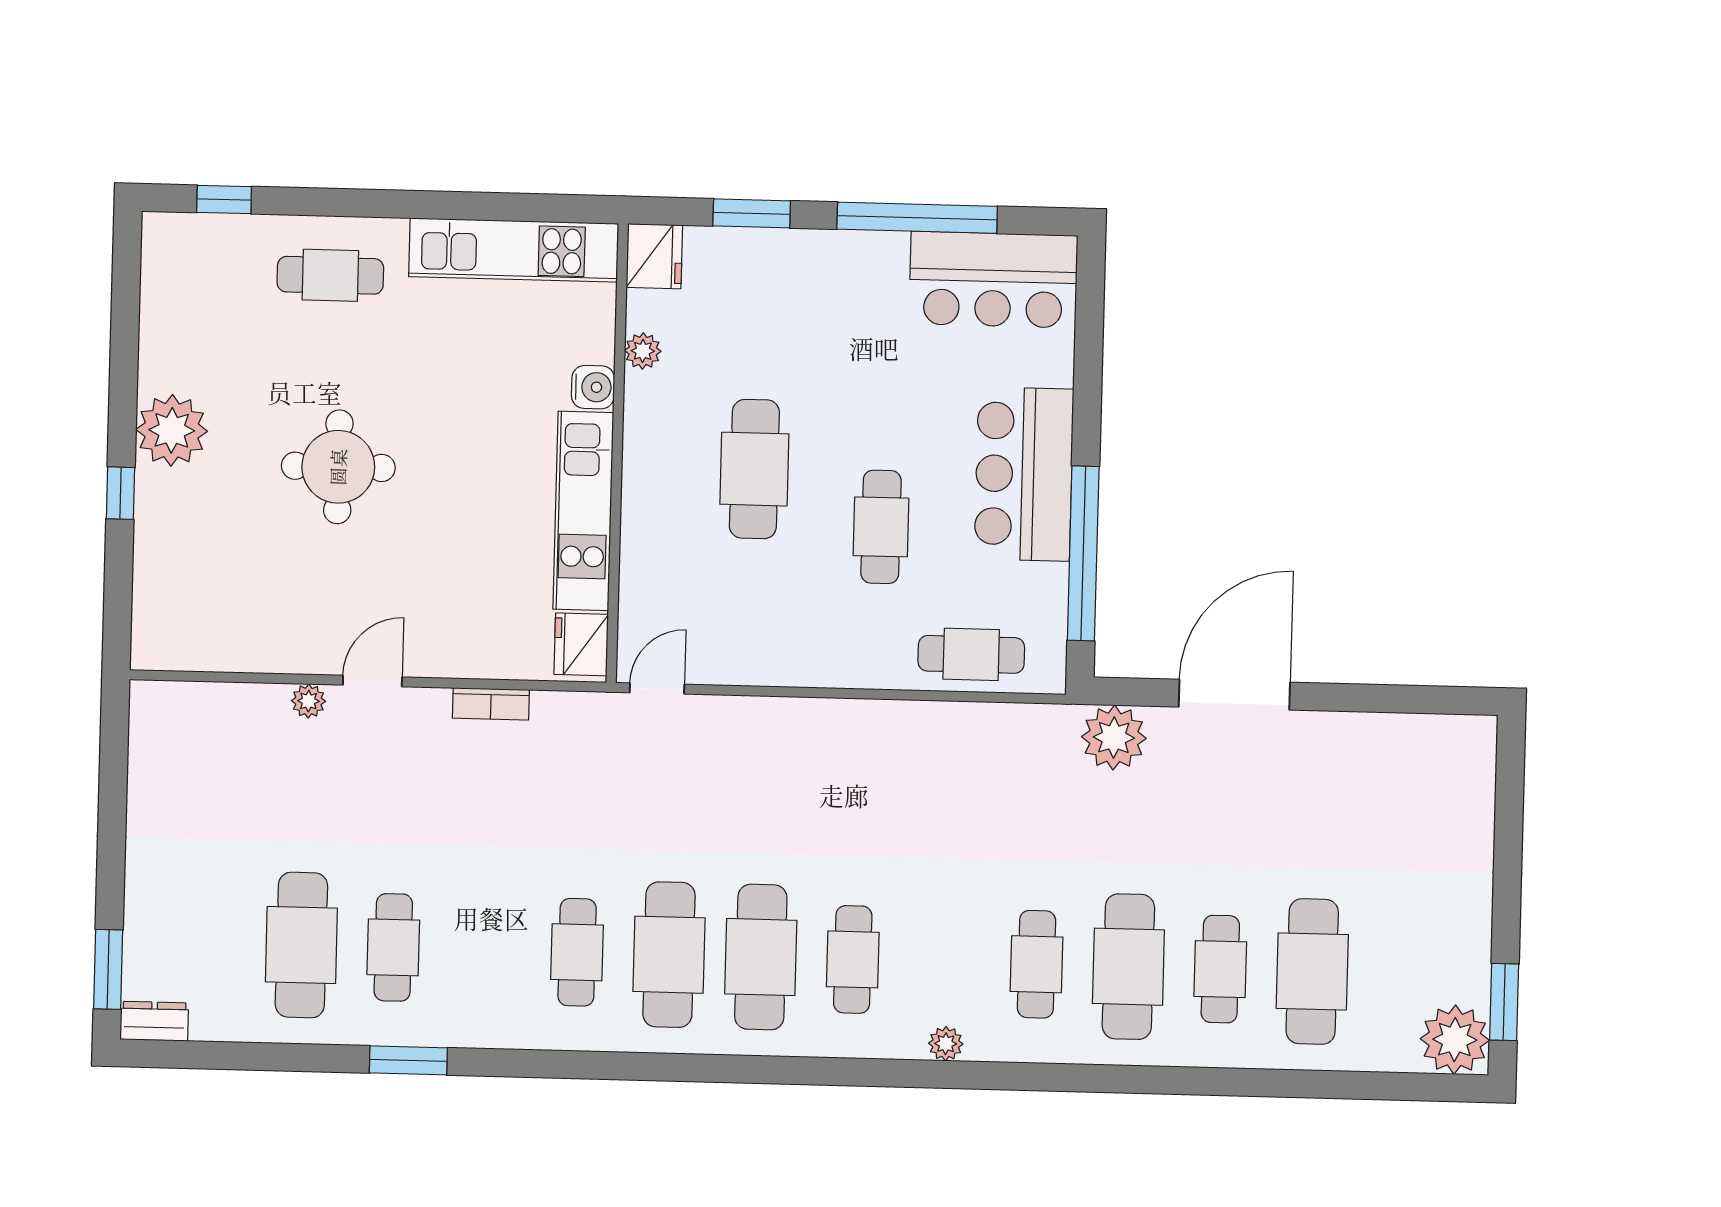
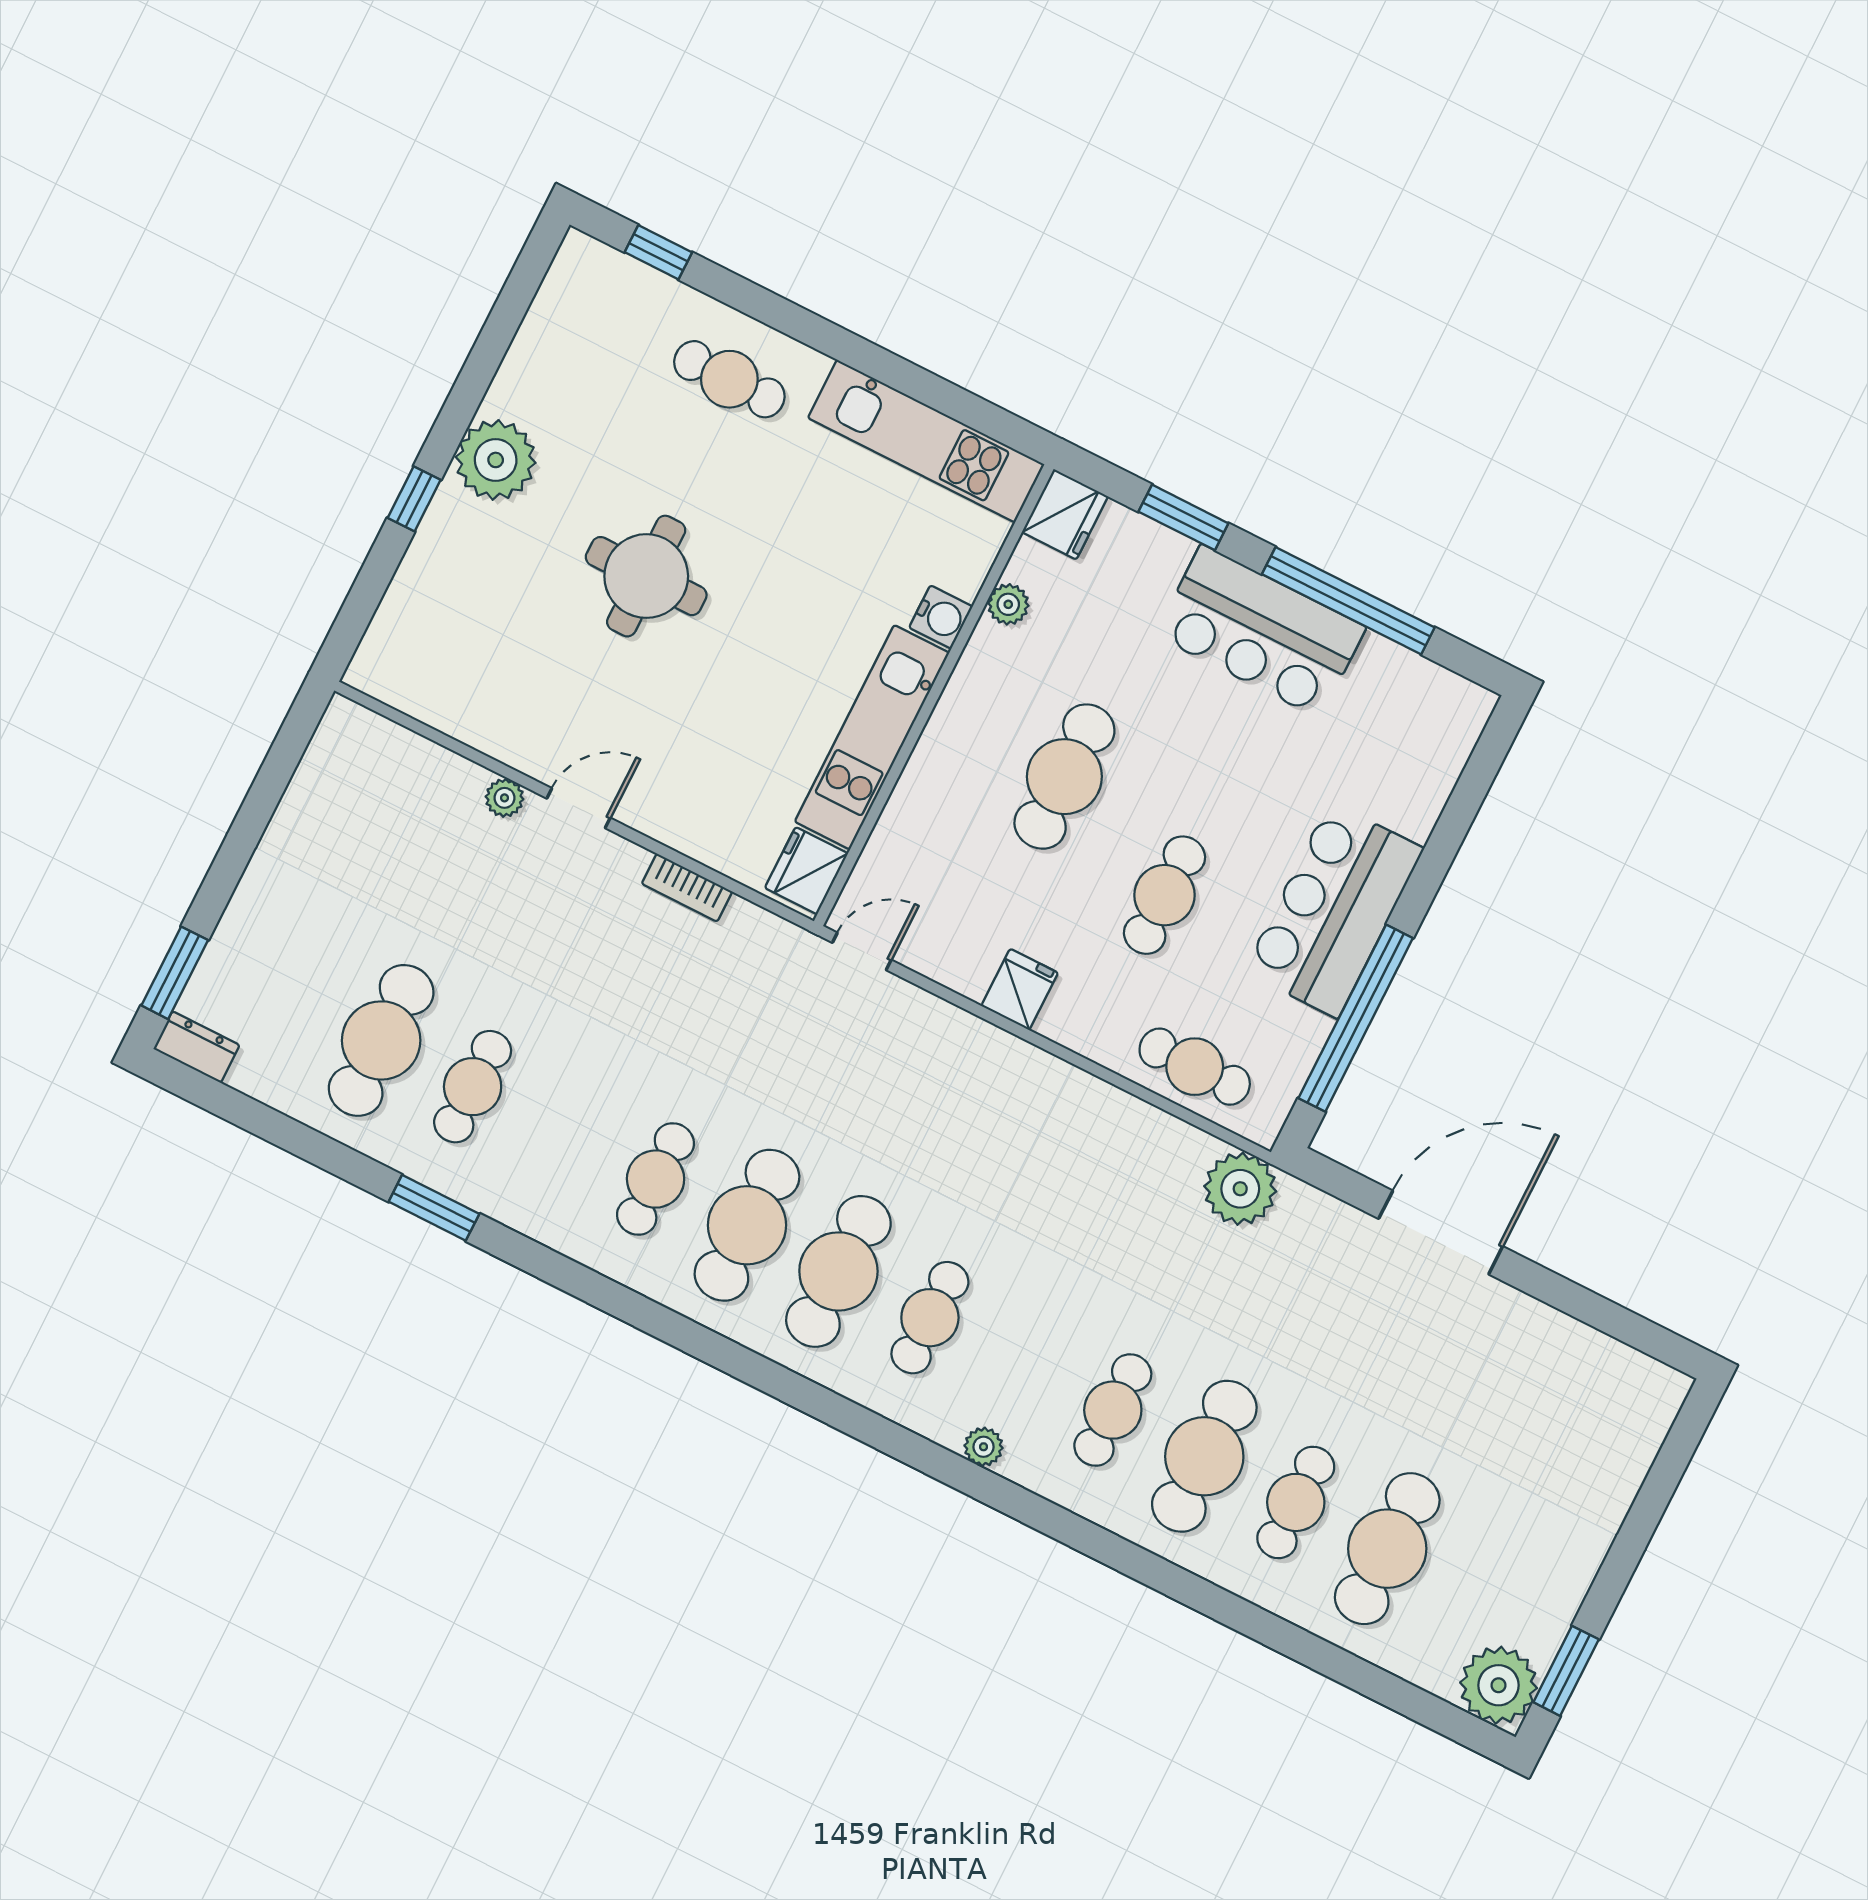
bar counter: (993, 280) -> (1261, 631), moved
fridge: (800, 659) -> (1020, 989), added
plant: (1114, 738) -> (1240, 1189), moved

